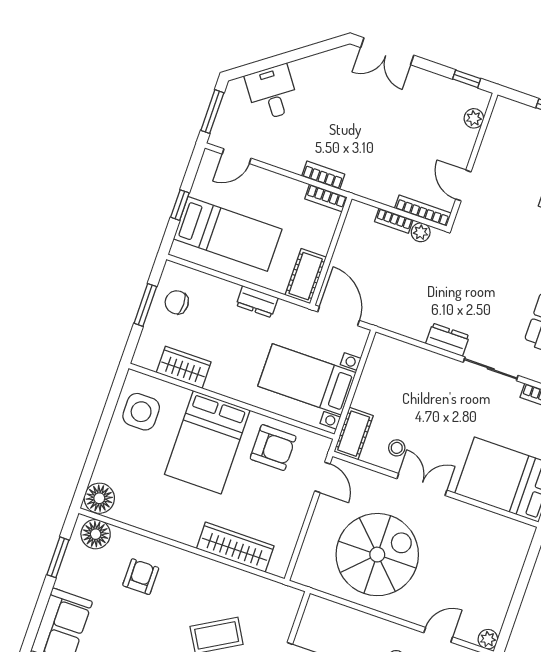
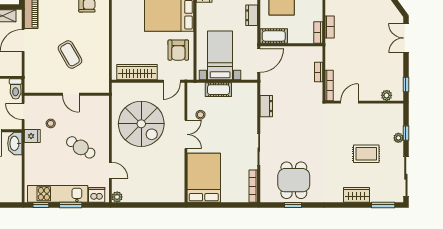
plant: (421, 232) -> (317, 88), removed
dresser: (448, 340) -> (266, 106), moved
cot: (354, 434) -> (218, 90), moved
wardrobe: (235, 547) -> (137, 72), moved, turned -90

